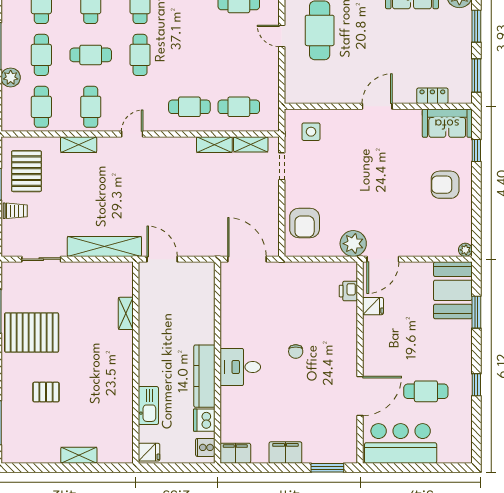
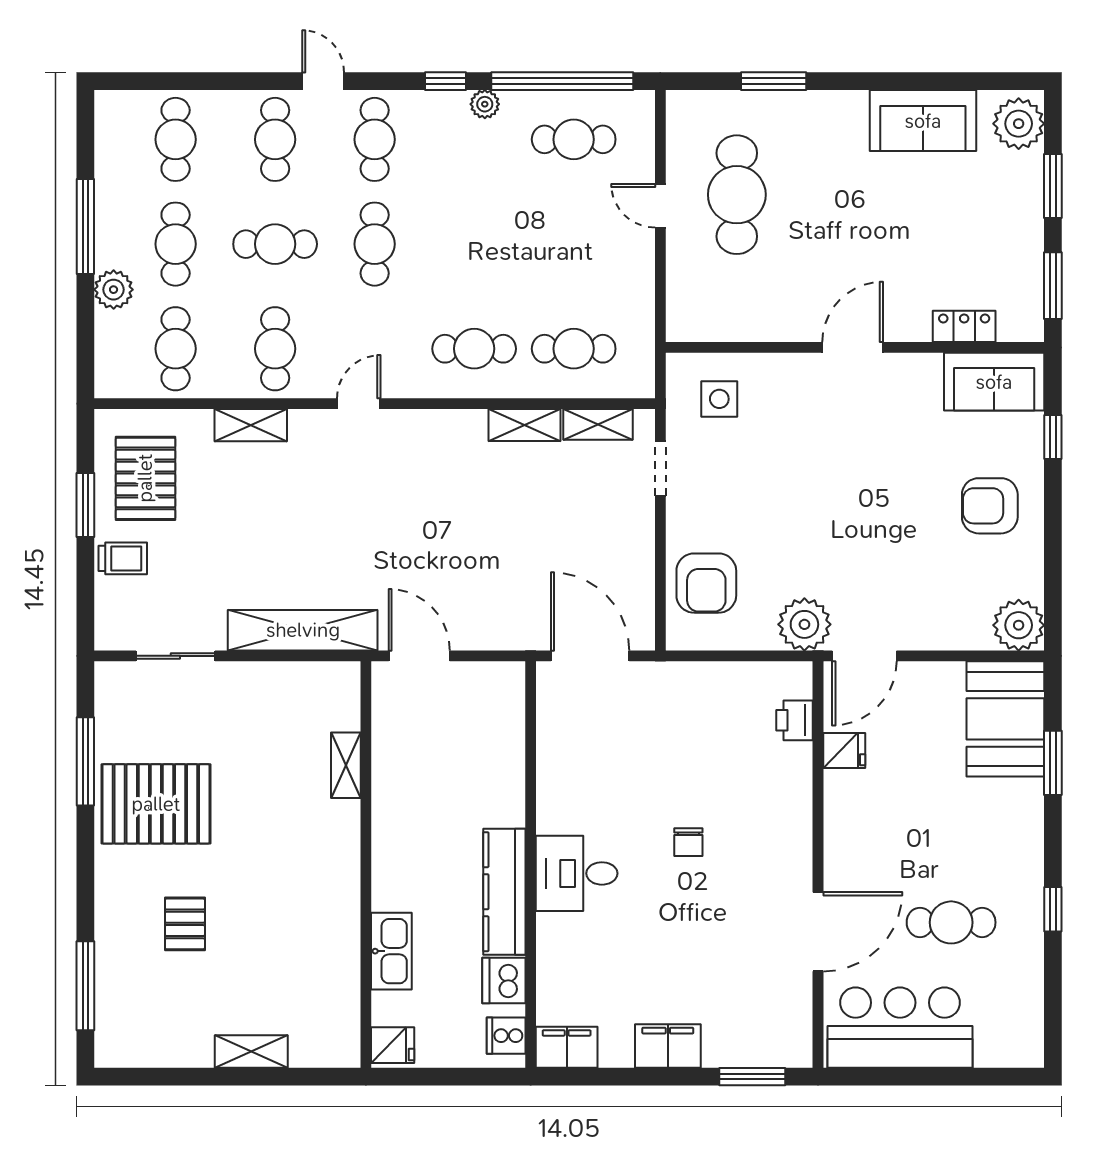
plant: (465, 250) -> (1019, 625), width x1.87, depth x1.87
pallet: (46, 392) -> (185, 924), turned 90

